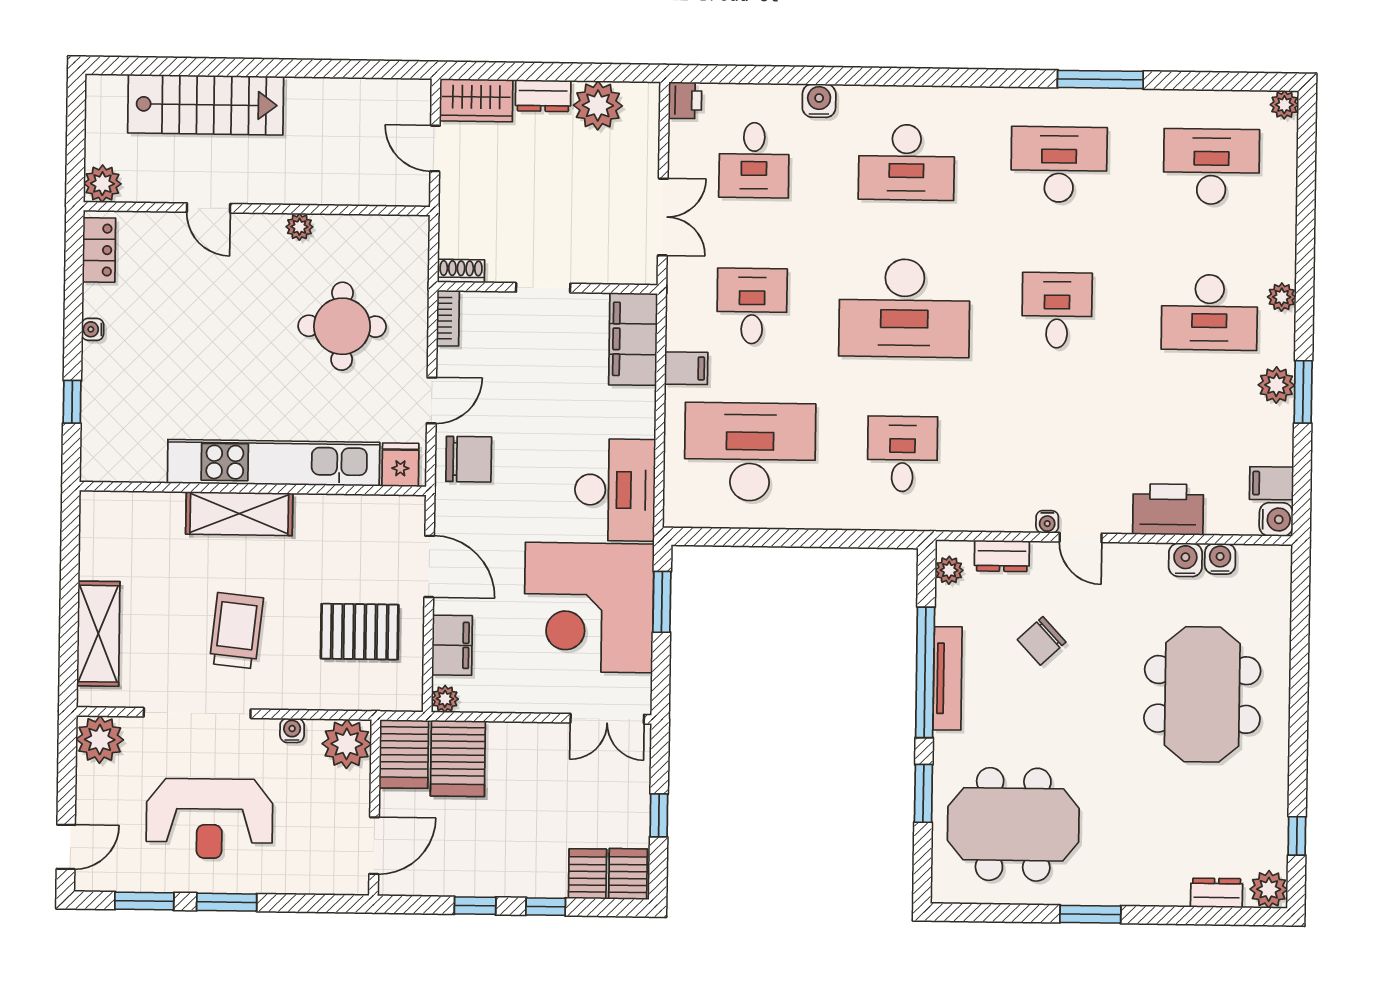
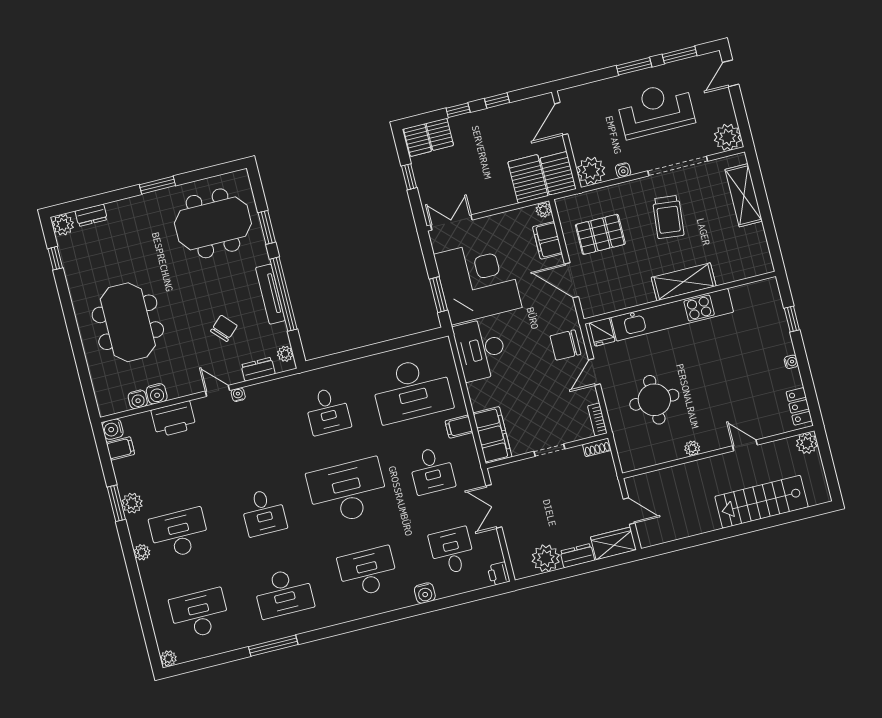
desk: (1211, 167) -> (199, 614), turned 180

